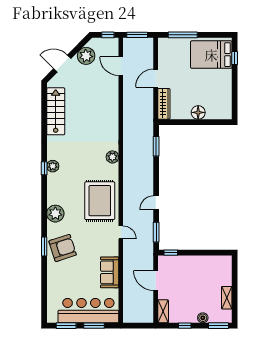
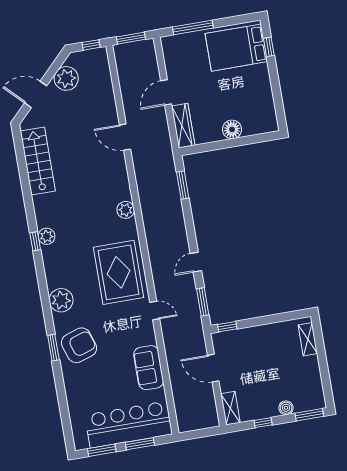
door: (121, 66) -> (125, 137), moved
shelving: (227, 298) -> (308, 339), moved

